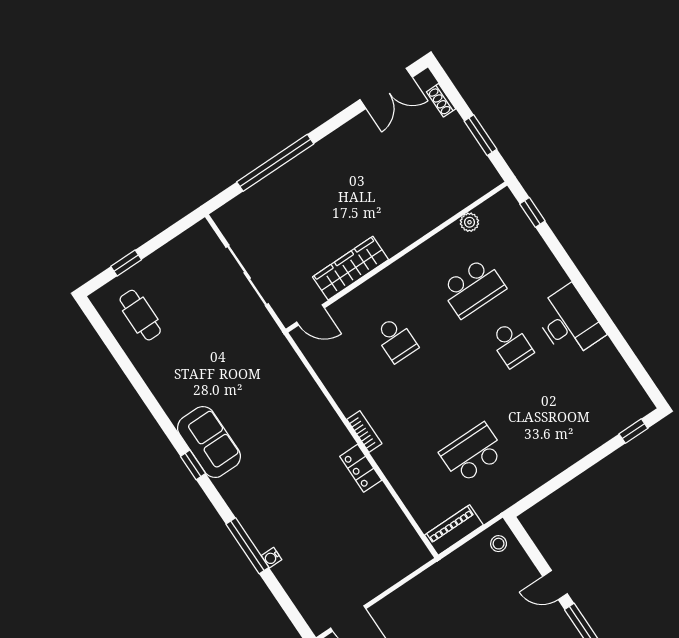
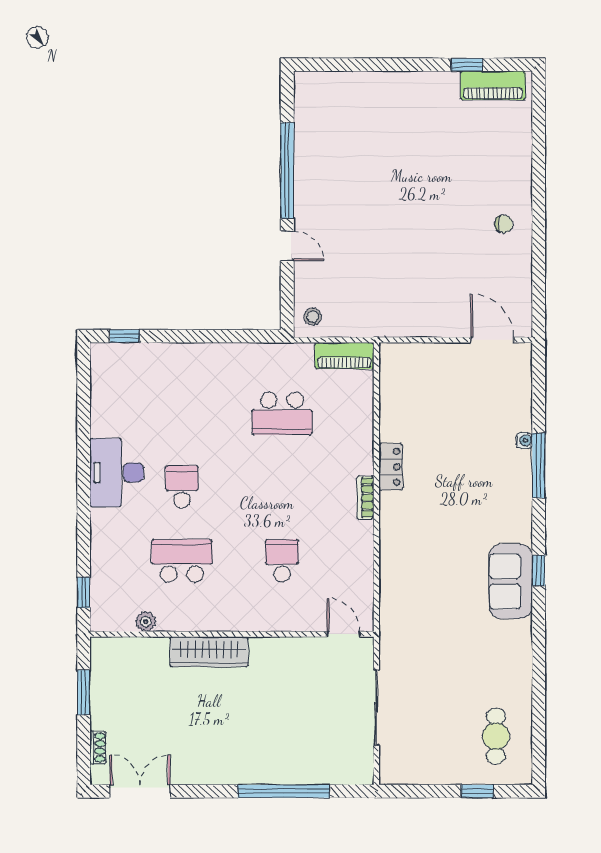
wardrobe: (351, 268) -> (209, 652), moved

